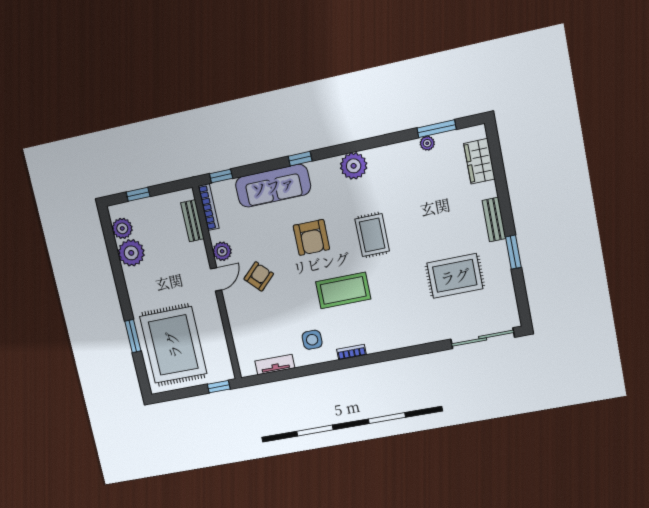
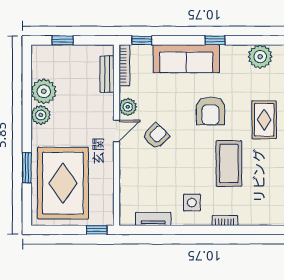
plant: (122, 228) -> (41, 115), moved
coffee table: (343, 290) -> (229, 164), turned 90

